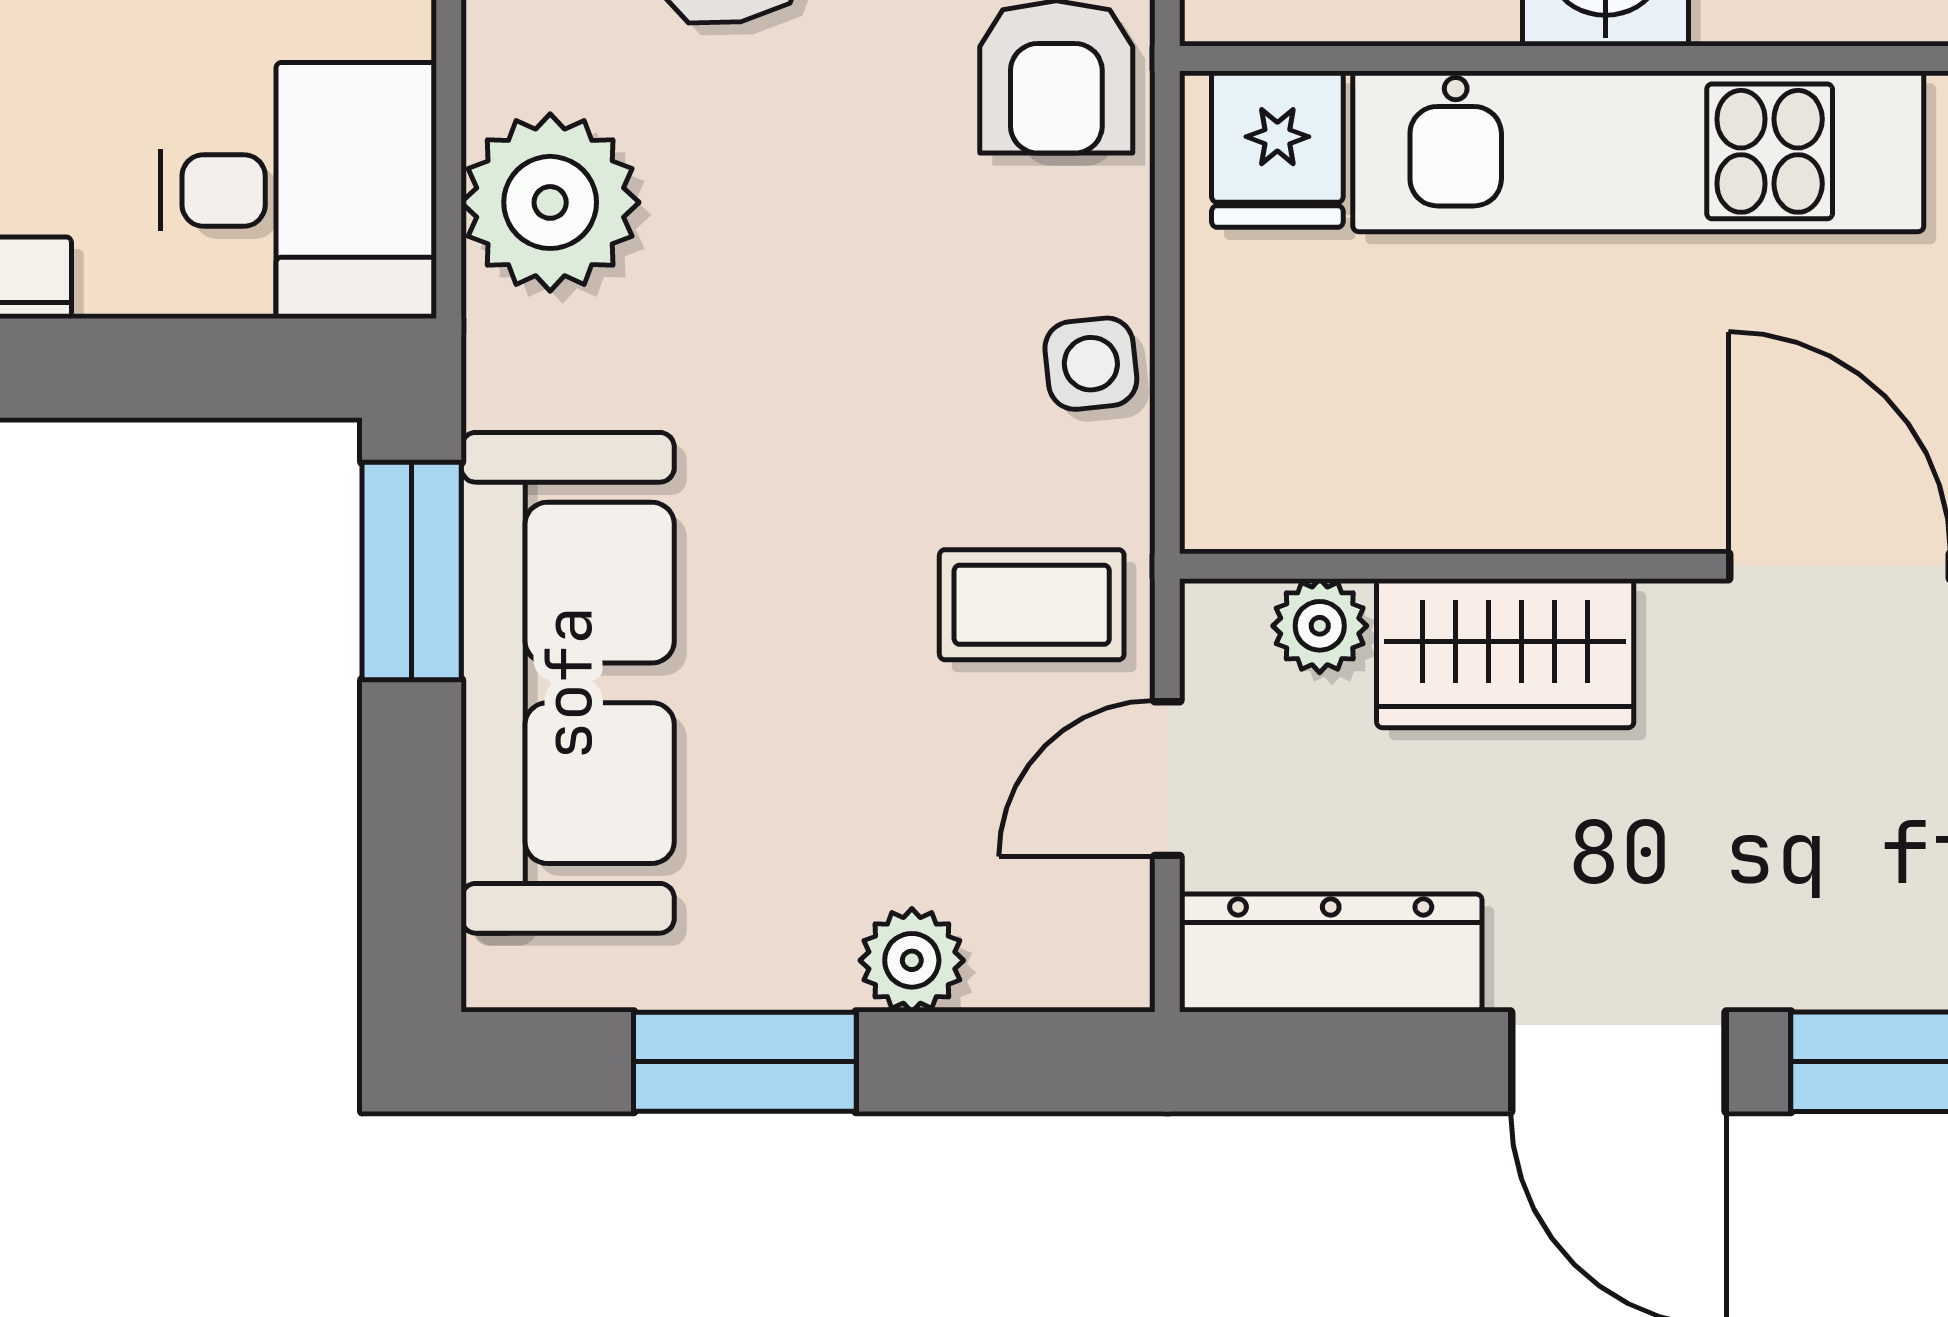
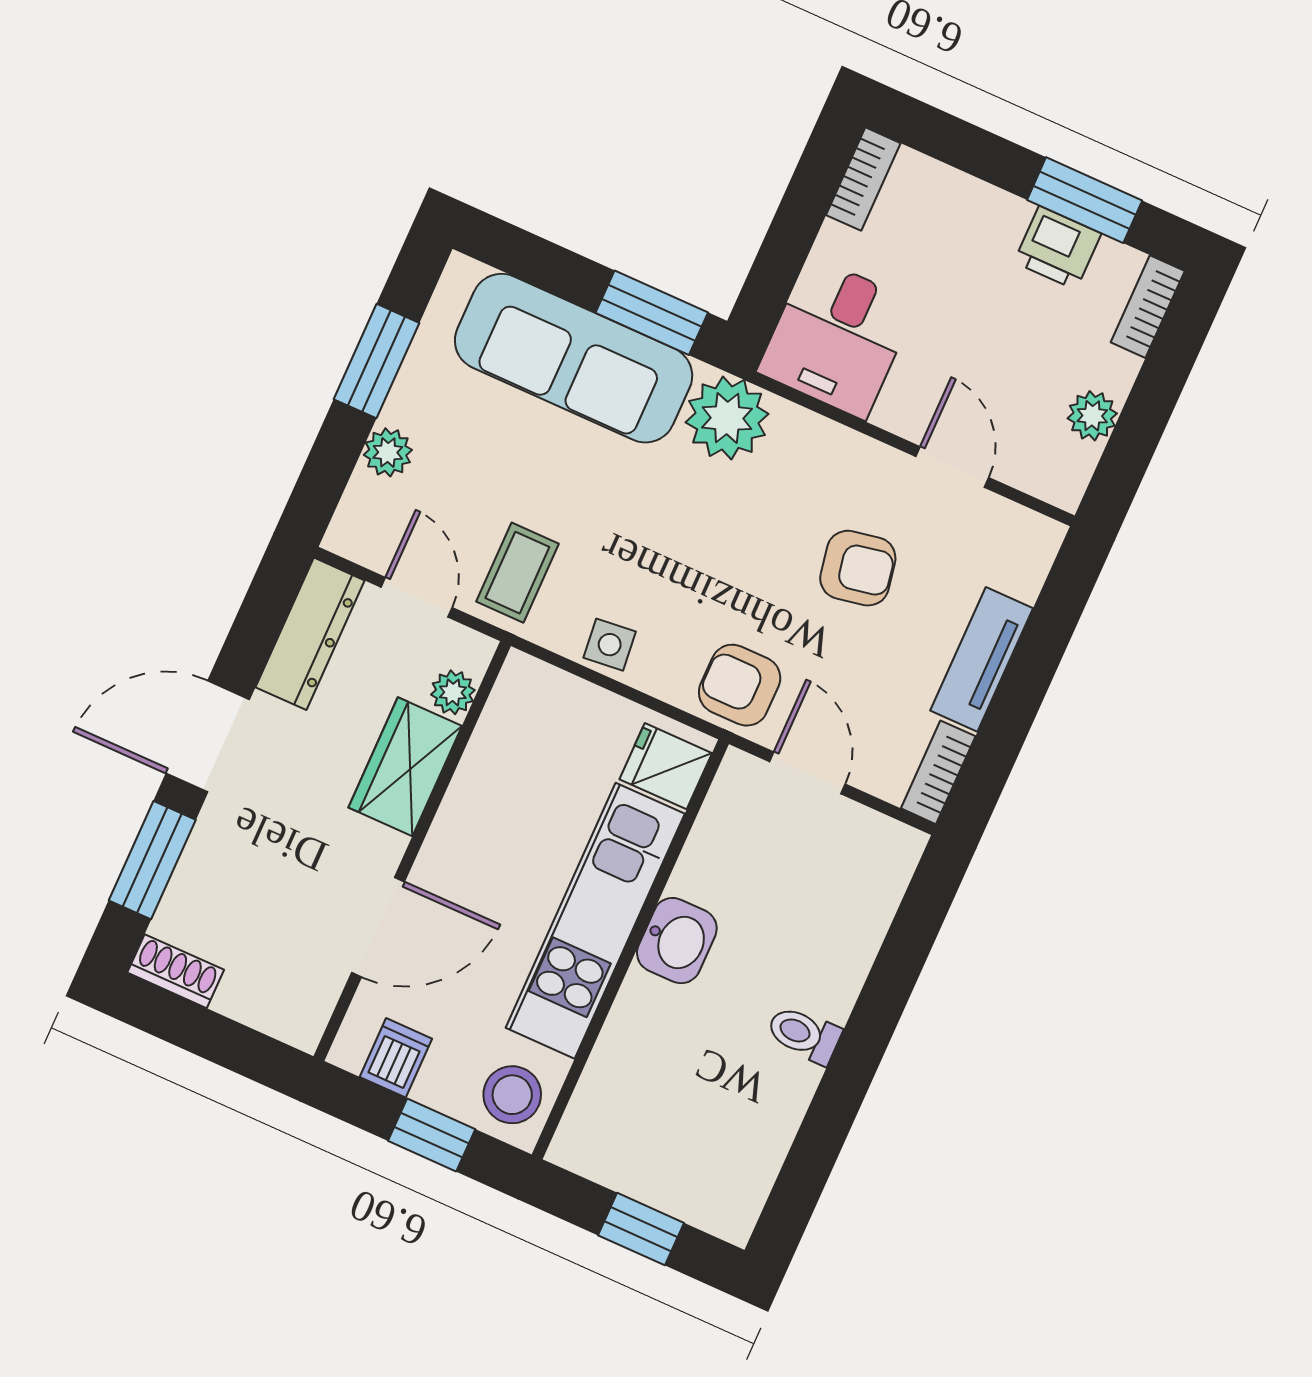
plant: (550, 202) -> (727, 418), moved

